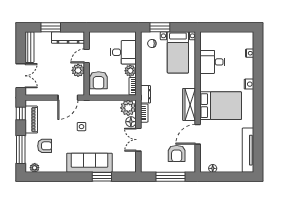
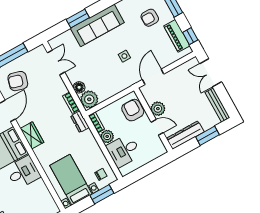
door: (87, 56) -> (157, 127), hinge flipped
desk: (212, 62) -> (23, 172), moved
wardrobe: (189, 104) -> (32, 135), width x0.67
double door: (138, 140) -> (56, 62), moved
armchair: (177, 154) -> (18, 81), turned -74

